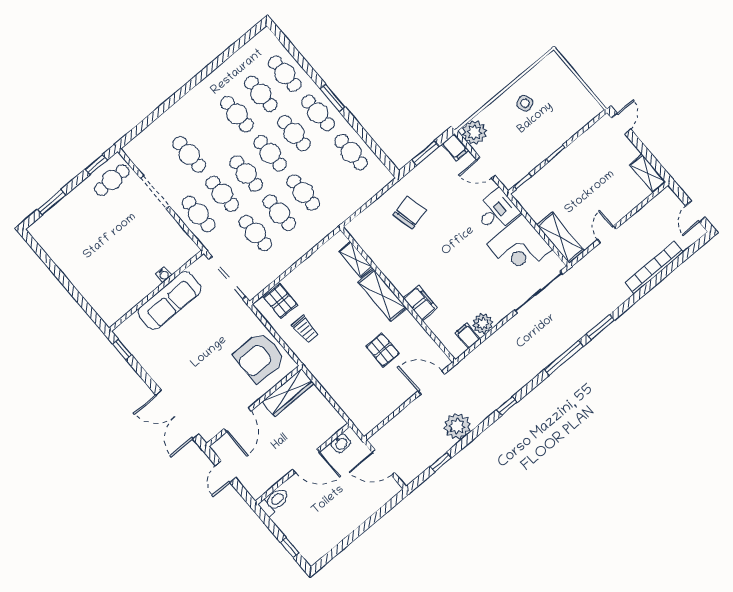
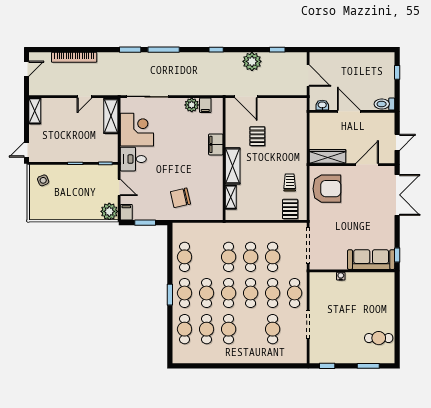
side table: (525, 103) -> (43, 180), moved
cafe table: (112, 180) -> (379, 338), moved
sofa: (170, 300) -> (371, 260), moved

